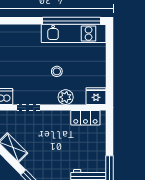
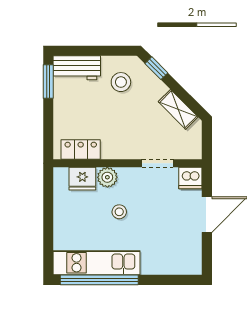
fridge: (96, 96) -> (82, 179), moved
stool: (56, 168) -> (121, 82), added

